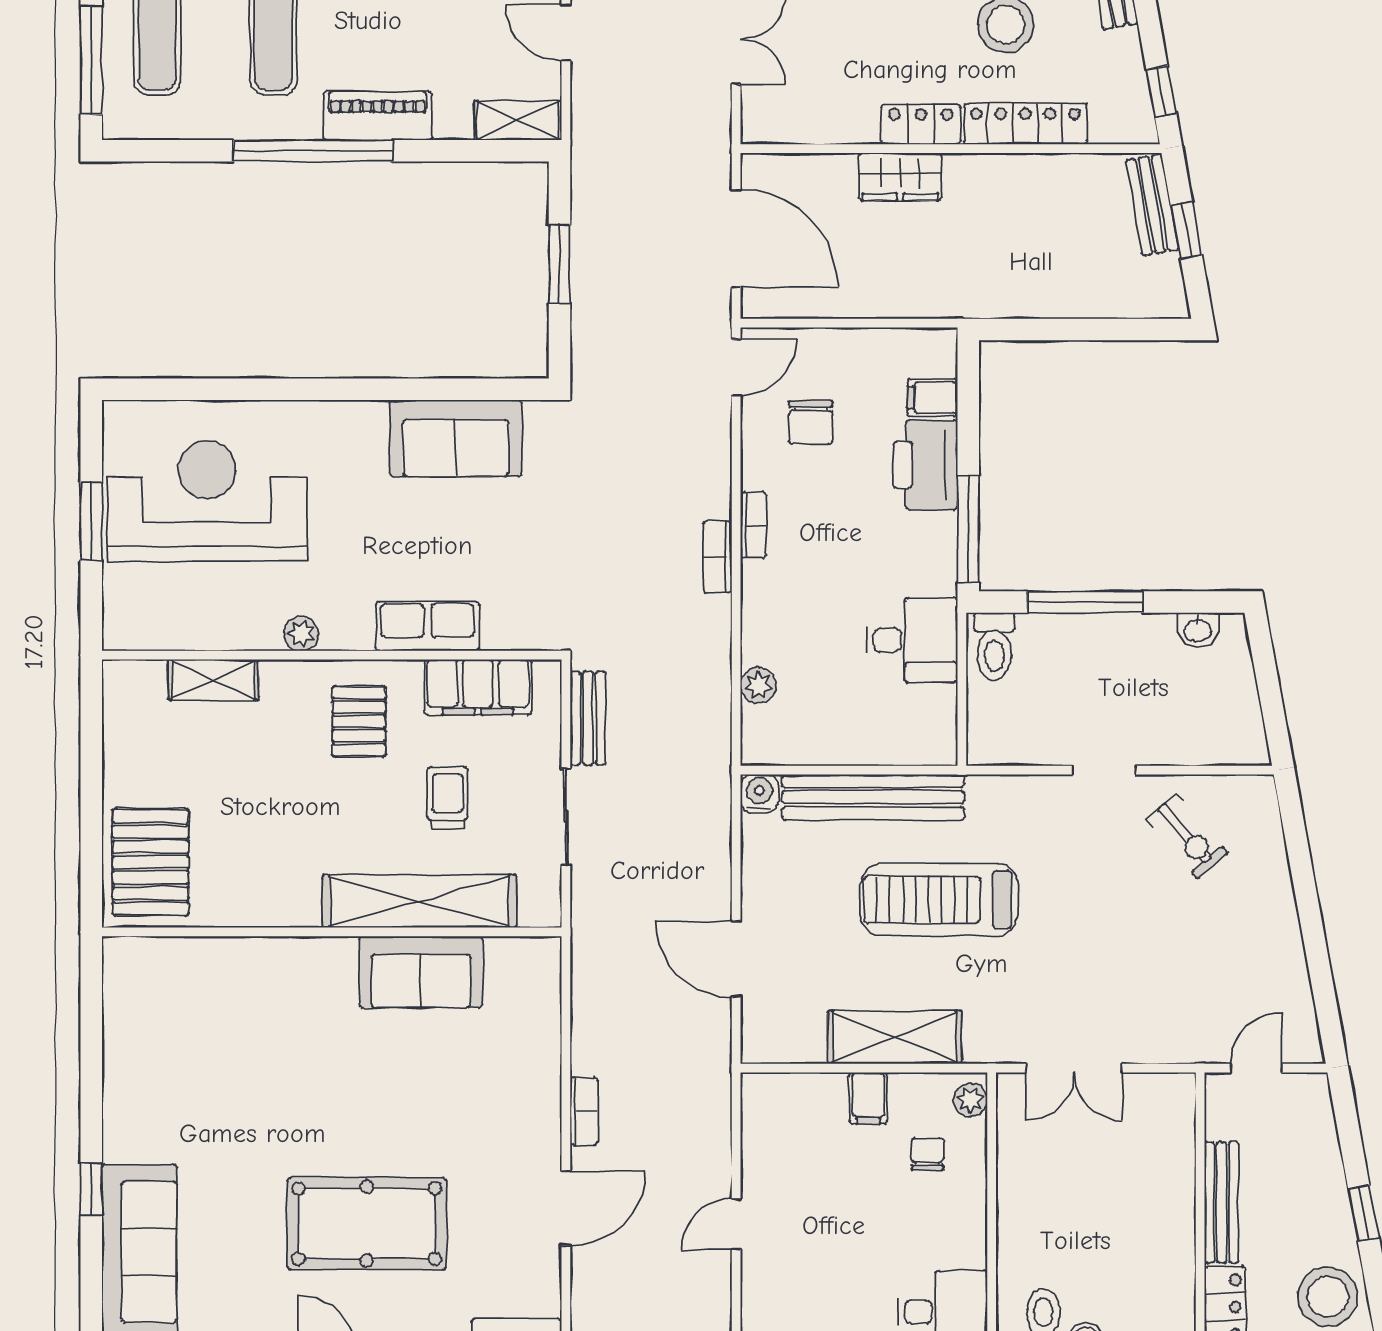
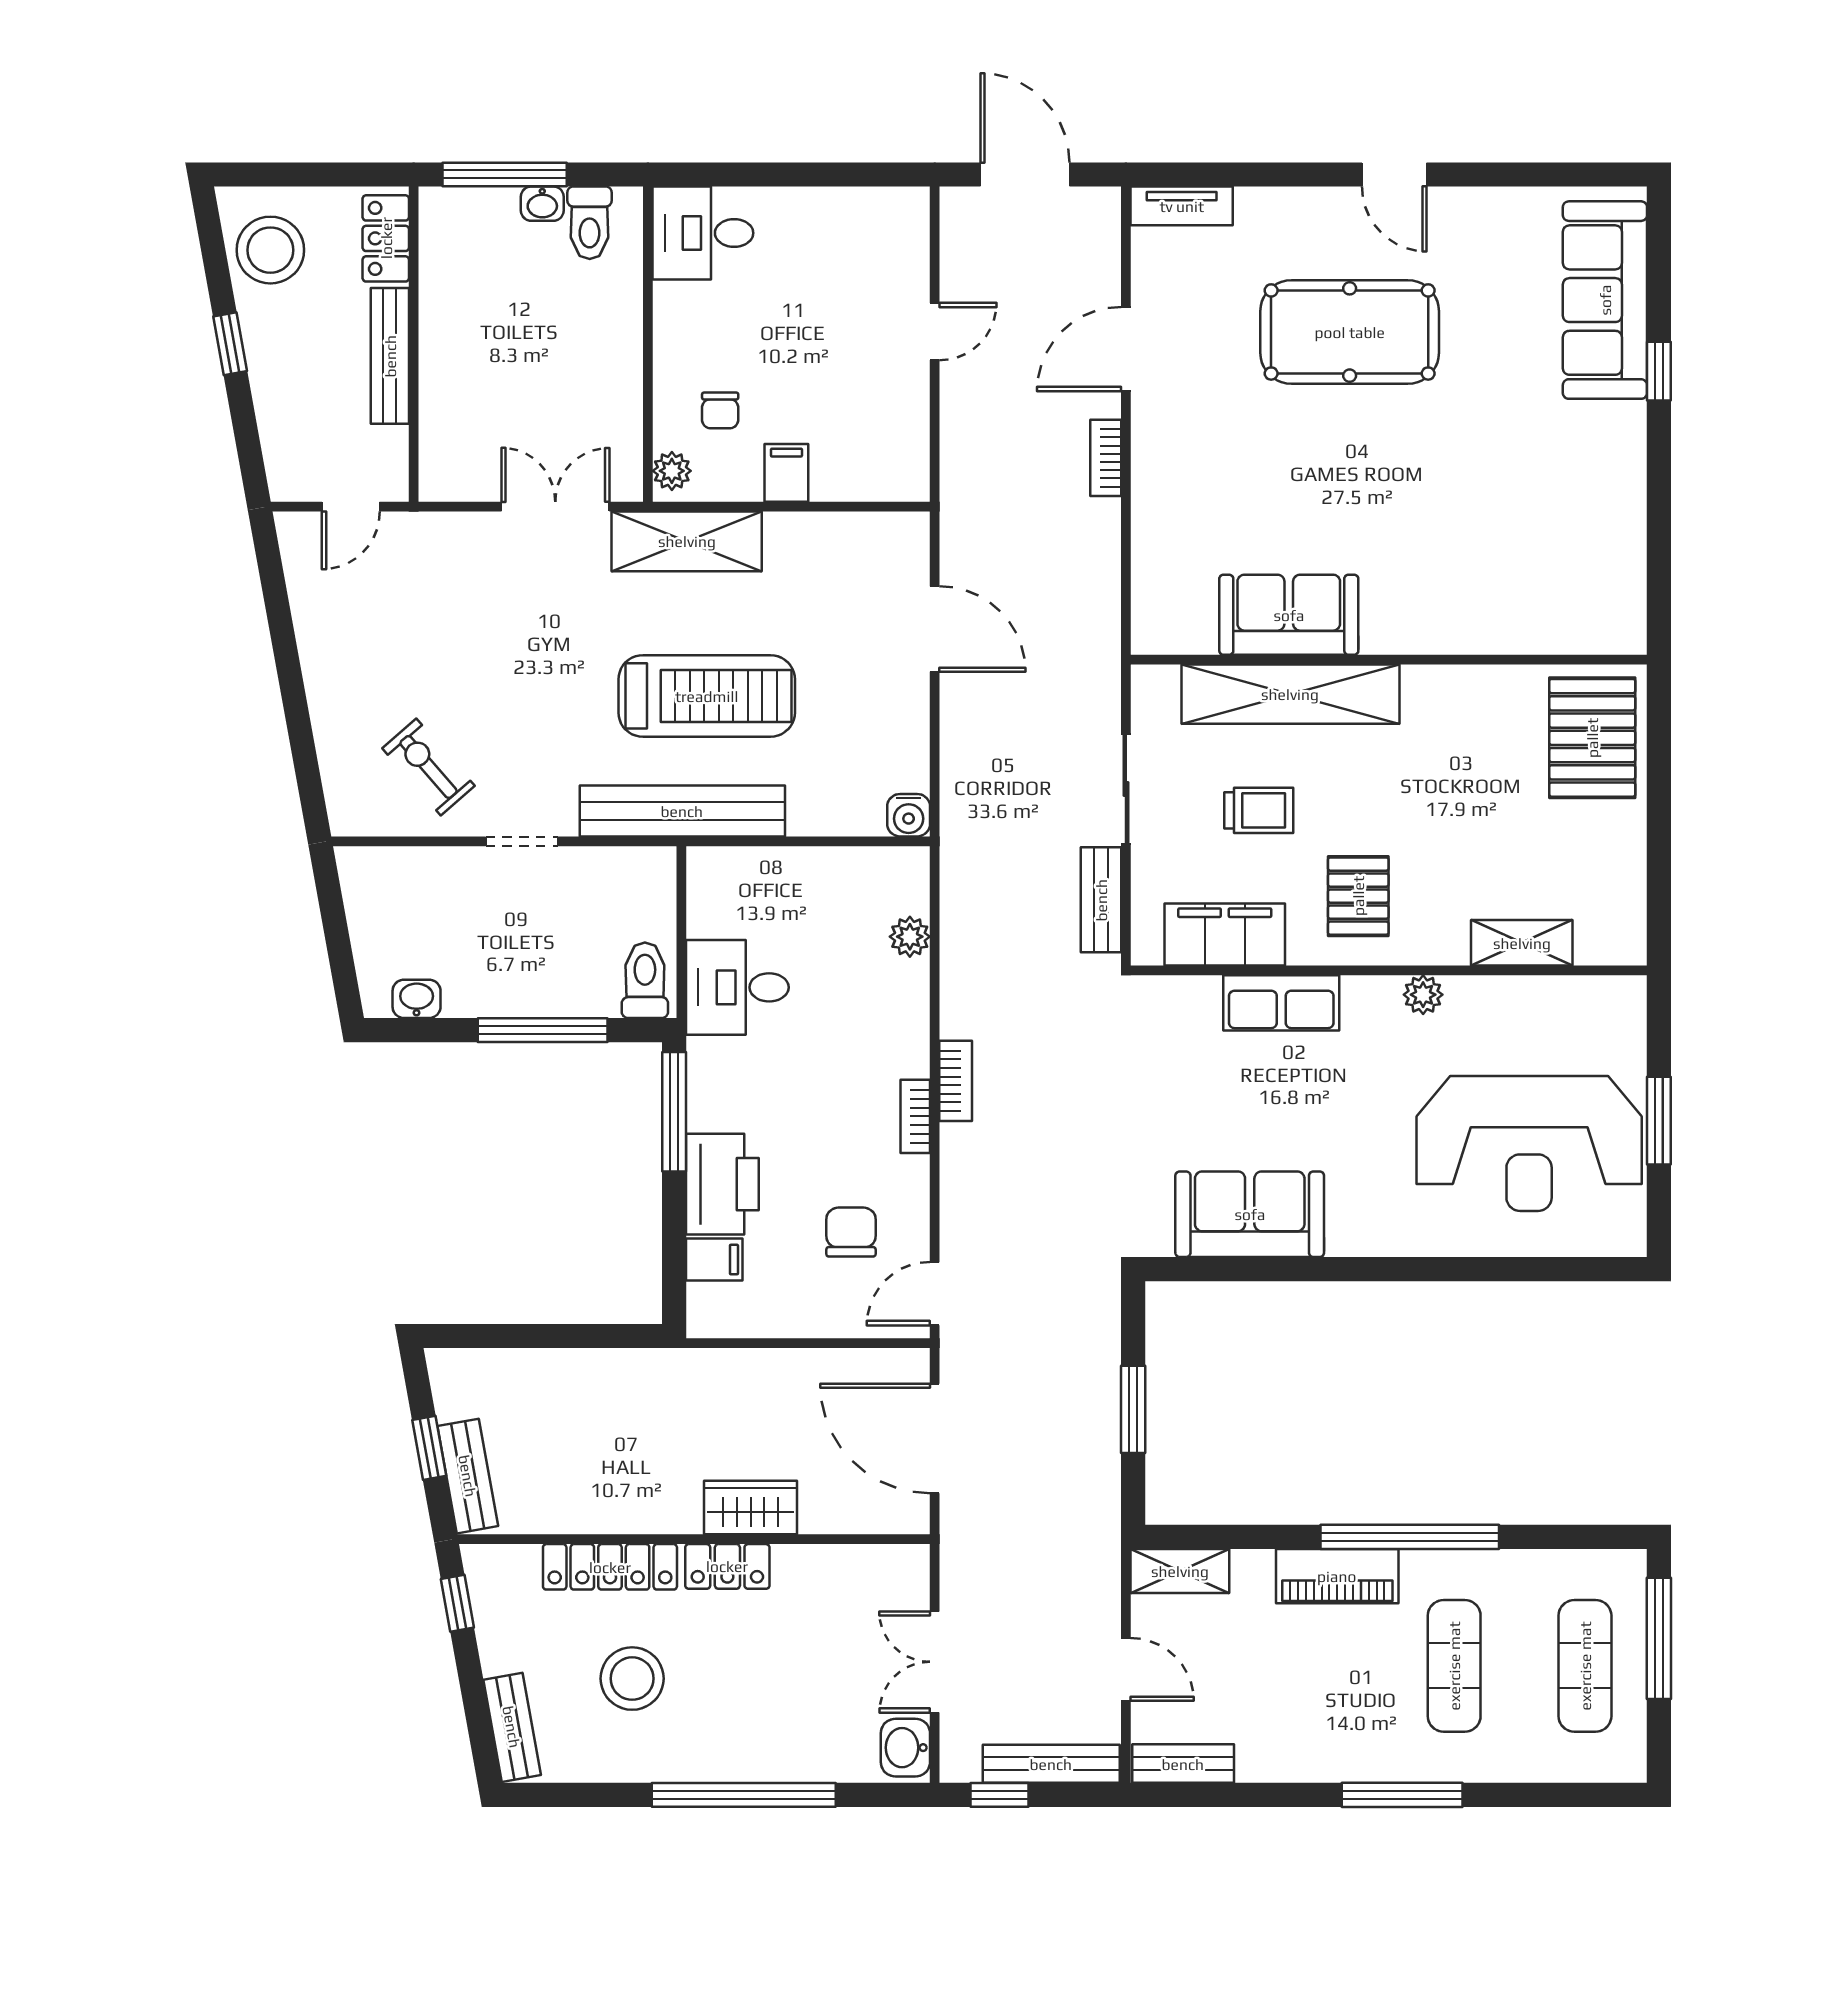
bench: (873, 797) -> (682, 811), moved
trolley: (448, 798) -> (1259, 810), turned -90
shelving: (895, 1037) -> (687, 541), moved

